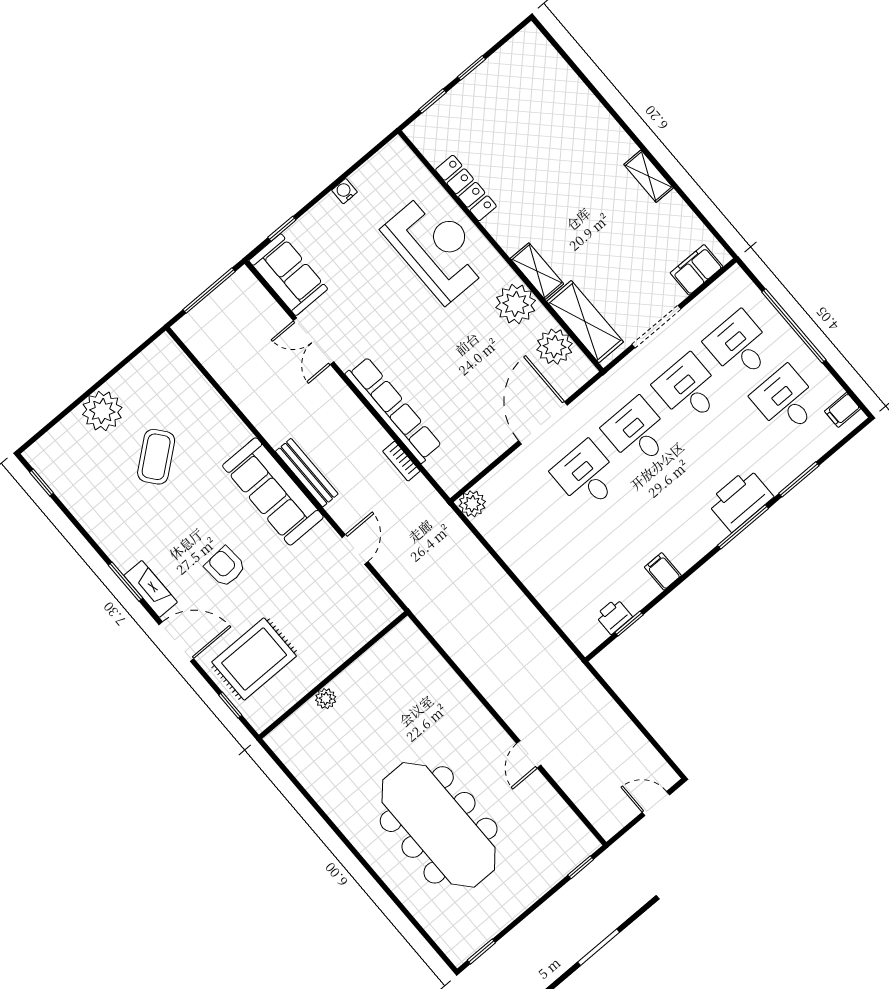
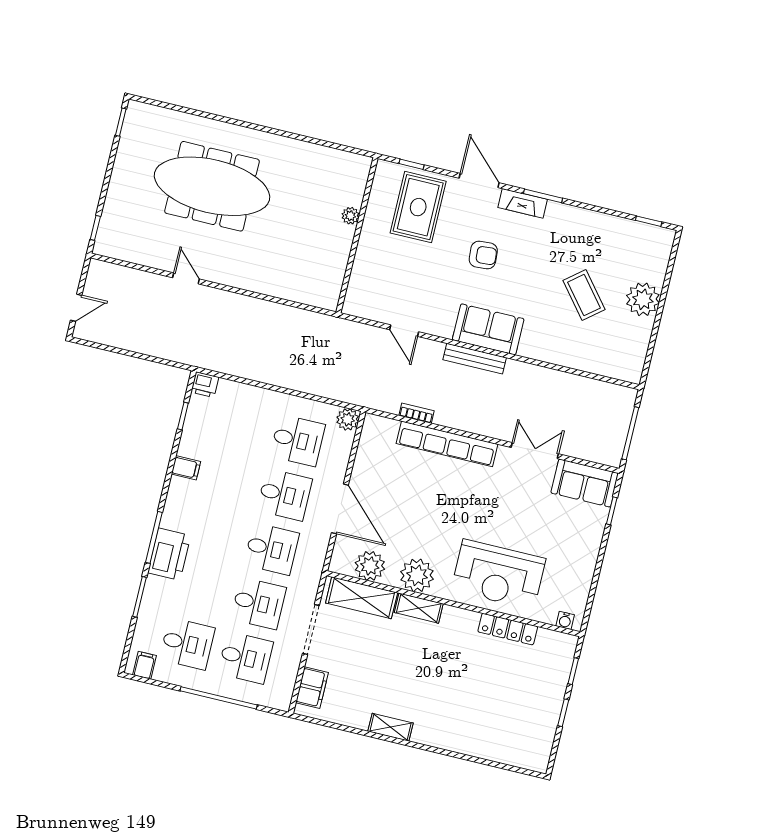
water cooler: (345, 191) -> (565, 620), moved, turned 90
sofa: (273, 491) -> (488, 329), width x0.73
desk: (536, 519) -> (298, 440), added
printer: (614, 616) -> (205, 385), moved, turned 90
door: (176, 642) -> (479, 180), swing flipped

